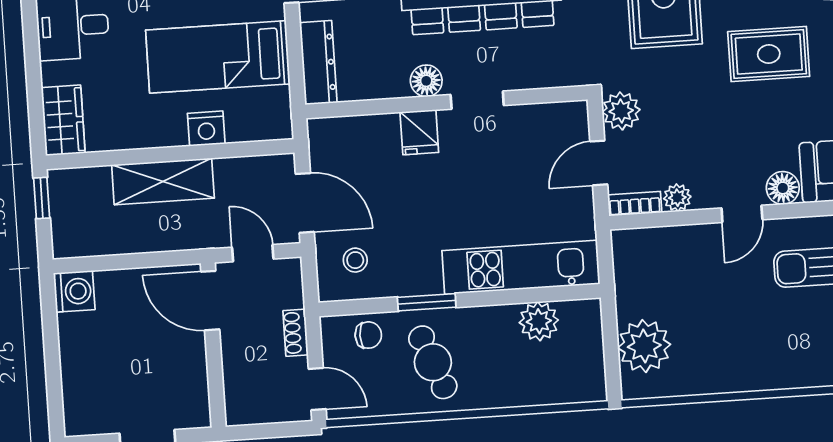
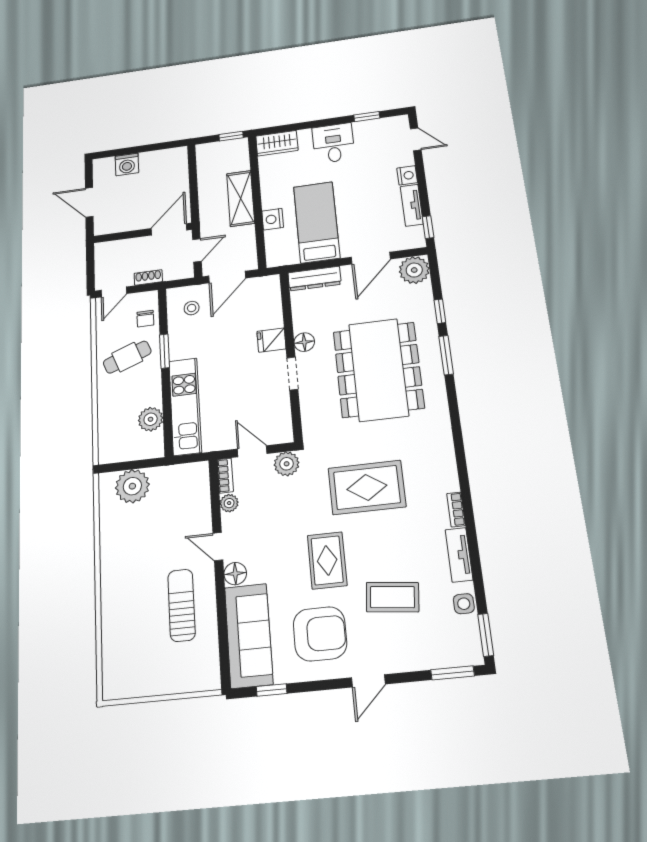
washing machine: (74, 291) -> (127, 164), moved

